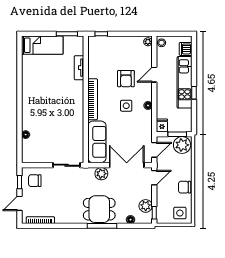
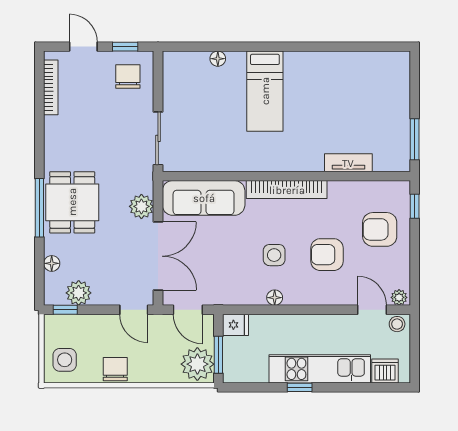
bed: (42, 45) -> (265, 91), moved
armchair: (113, 52) -> (380, 229), added
door: (154, 75) -> (372, 310), moved

